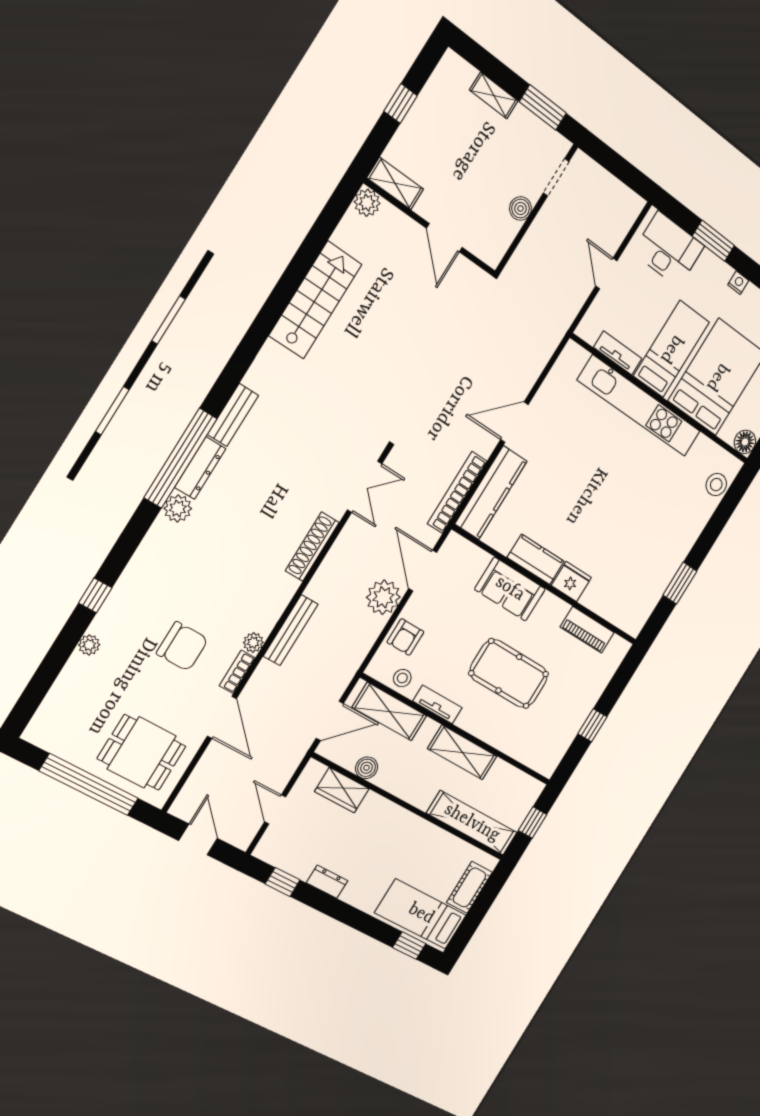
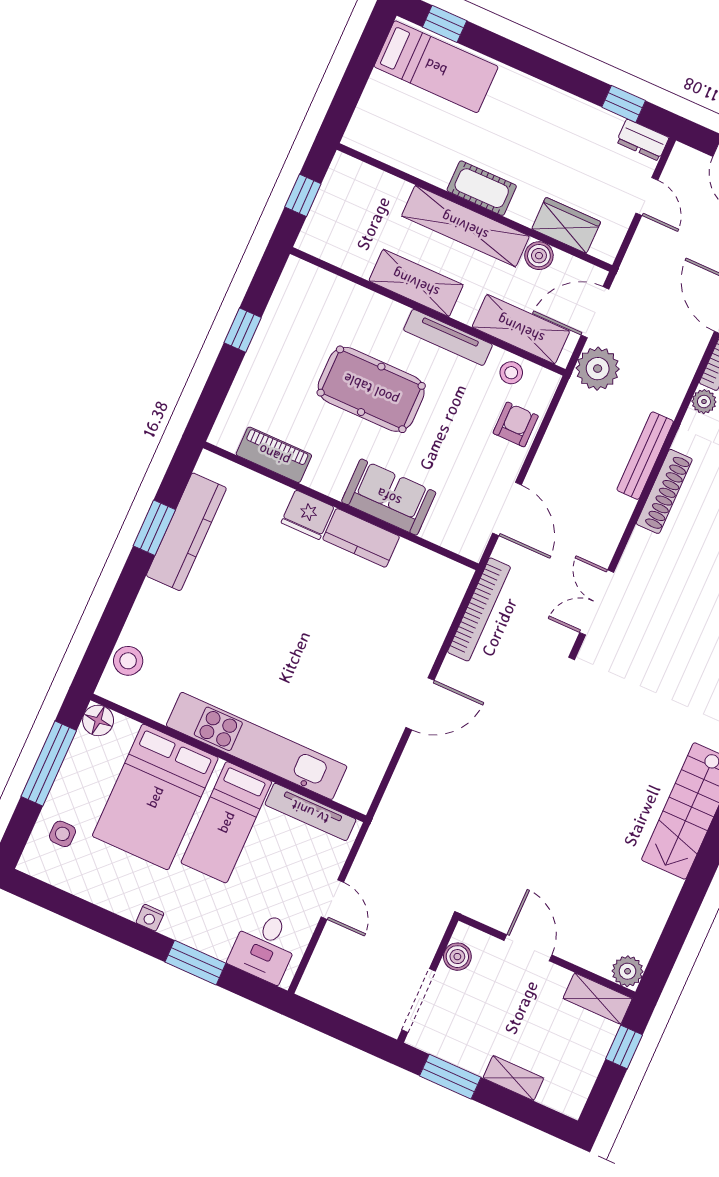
doorway: (556, 177) -> (419, 1001), width x1.38
shelving: (395, 183) -> (598, 999), moved
plant: (367, 203) -> (628, 971), moved
wall: (430, 228) -> (547, 956), moved
door: (444, 238) -> (528, 948), moved
desk: (668, 249) -> (265, 947), width x0.73
tv unit: (618, 353) -> (310, 812), width x1.41
kitchen counter: (491, 493) -> (186, 532), moved, turned 180
shoe rack: (312, 547) -> (664, 491), moved
plant: (383, 597) -> (598, 369), moved
bench: (291, 630) -> (645, 456), moved
tv unit: (438, 704) -> (448, 337), width x1.41
shelving: (472, 823) -> (465, 226), moved
dresser: (327, 882) -> (643, 140), moved
cot: (469, 887) -> (482, 188), moved, turned 90

